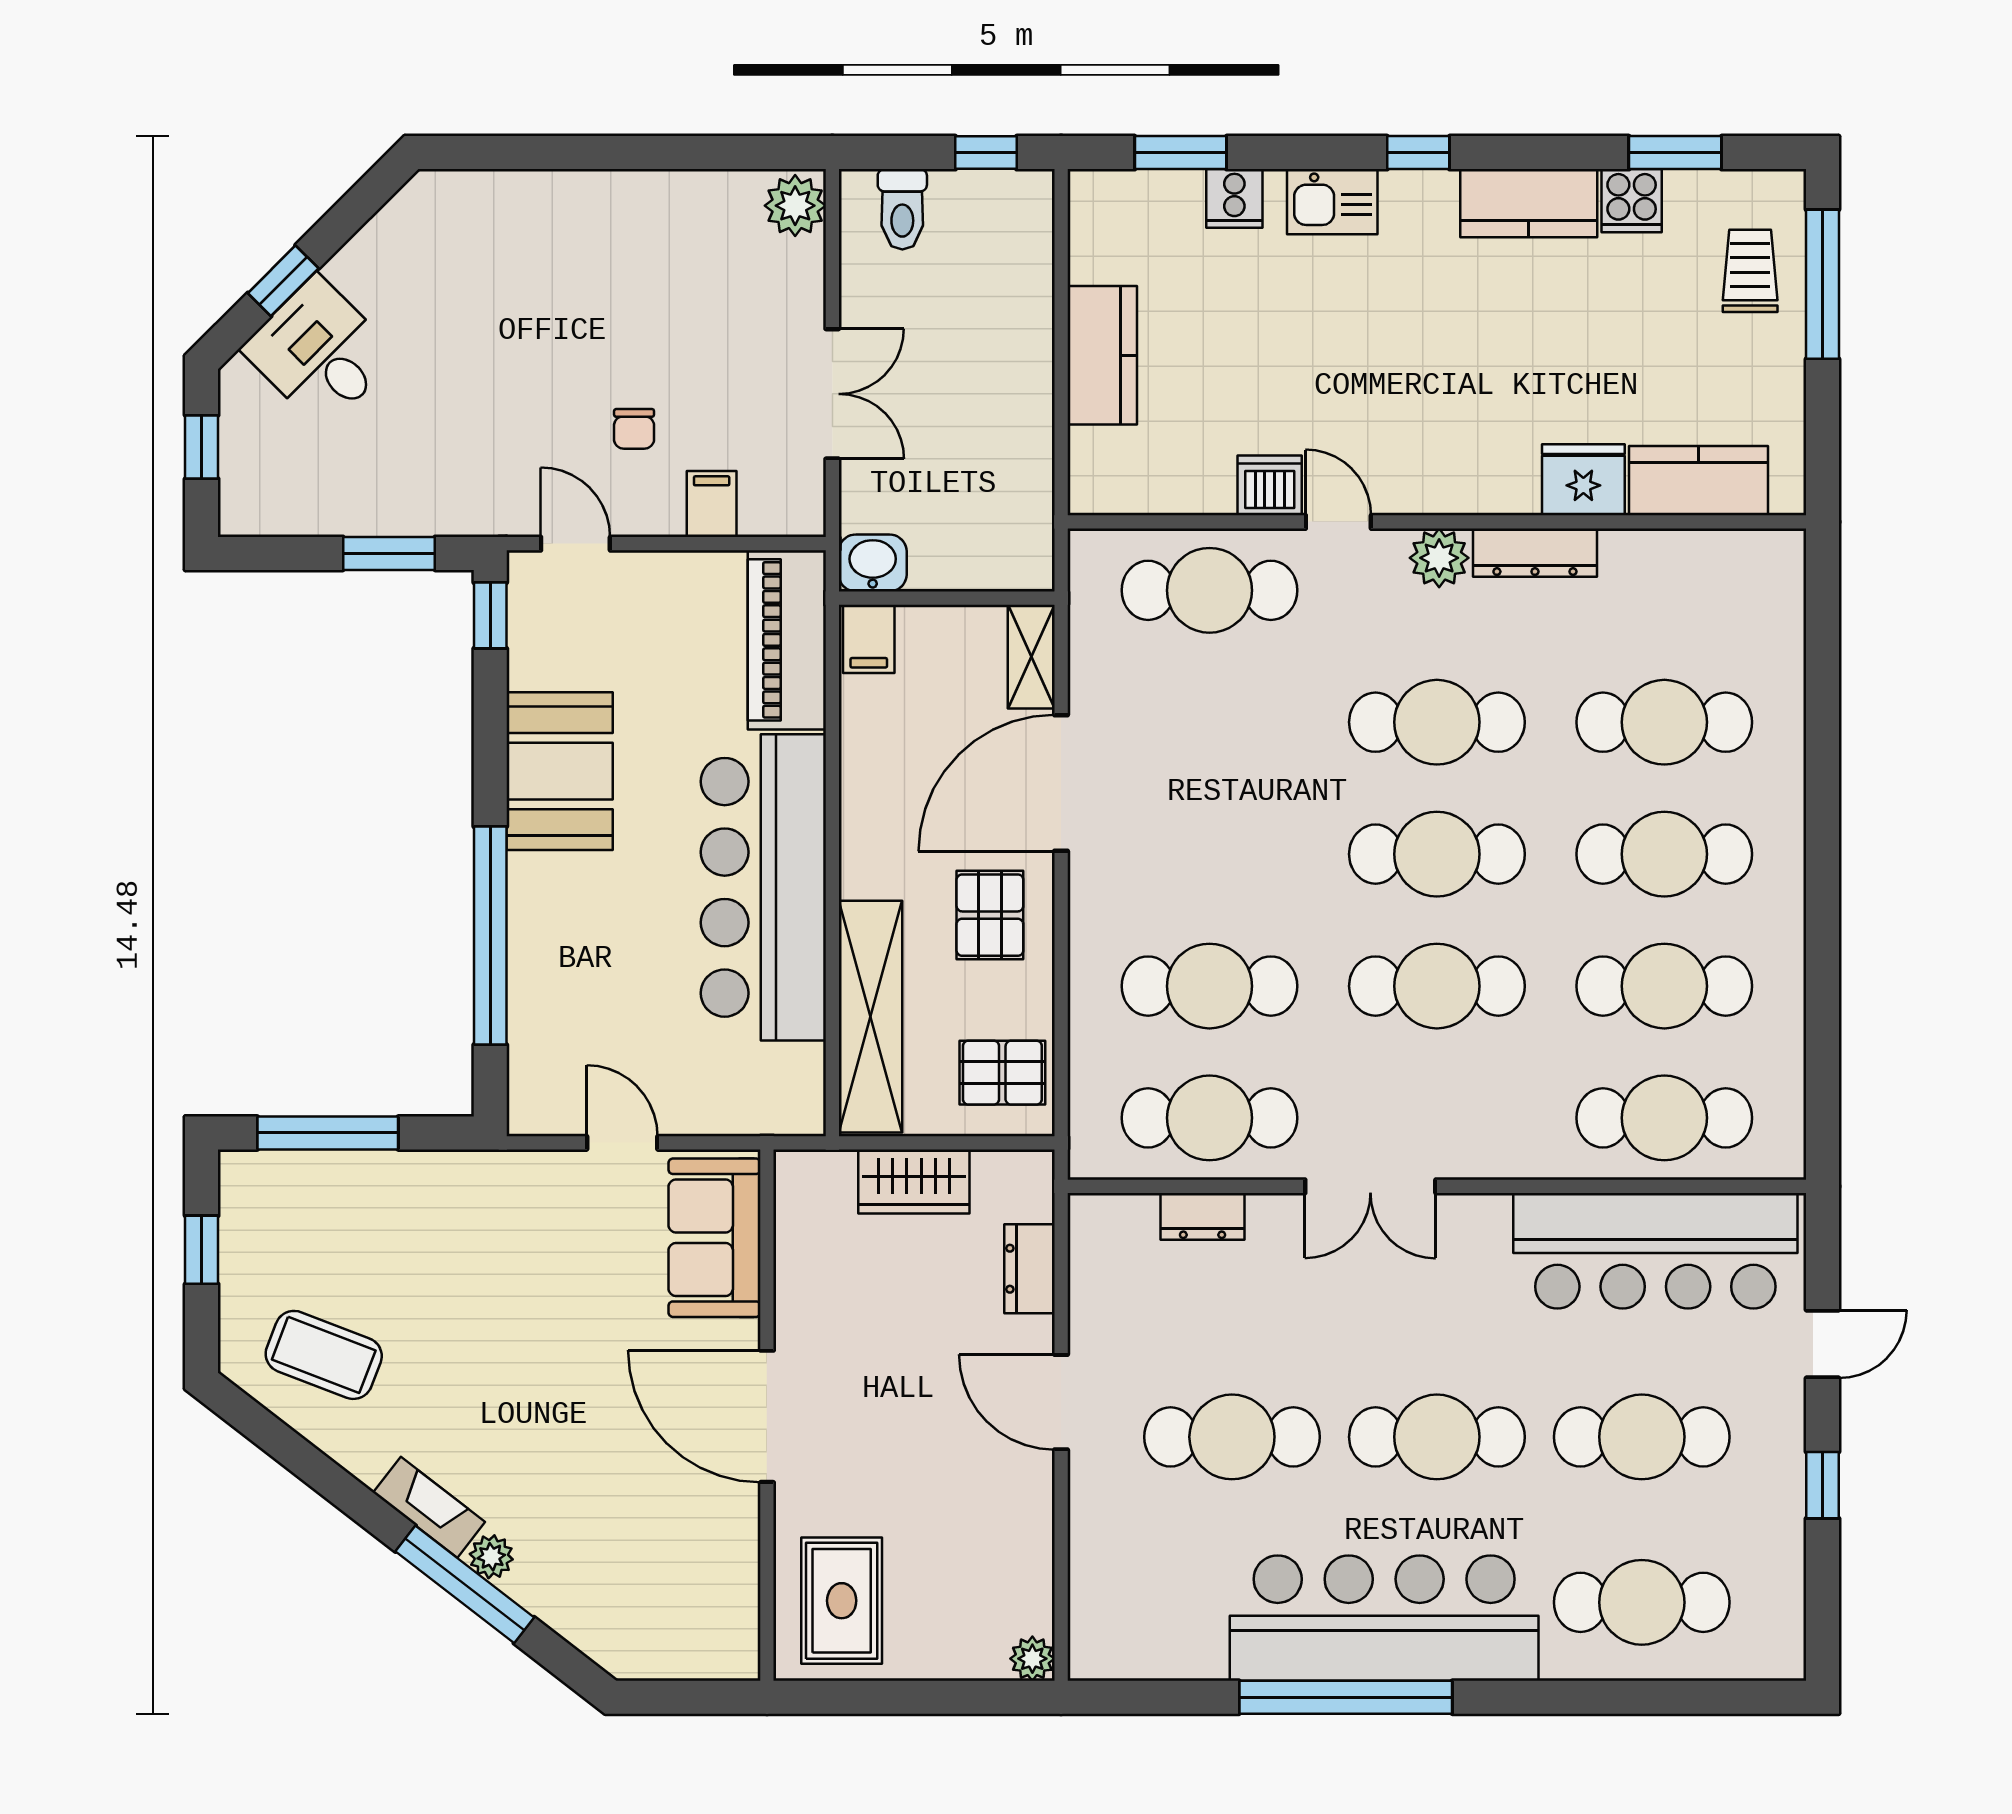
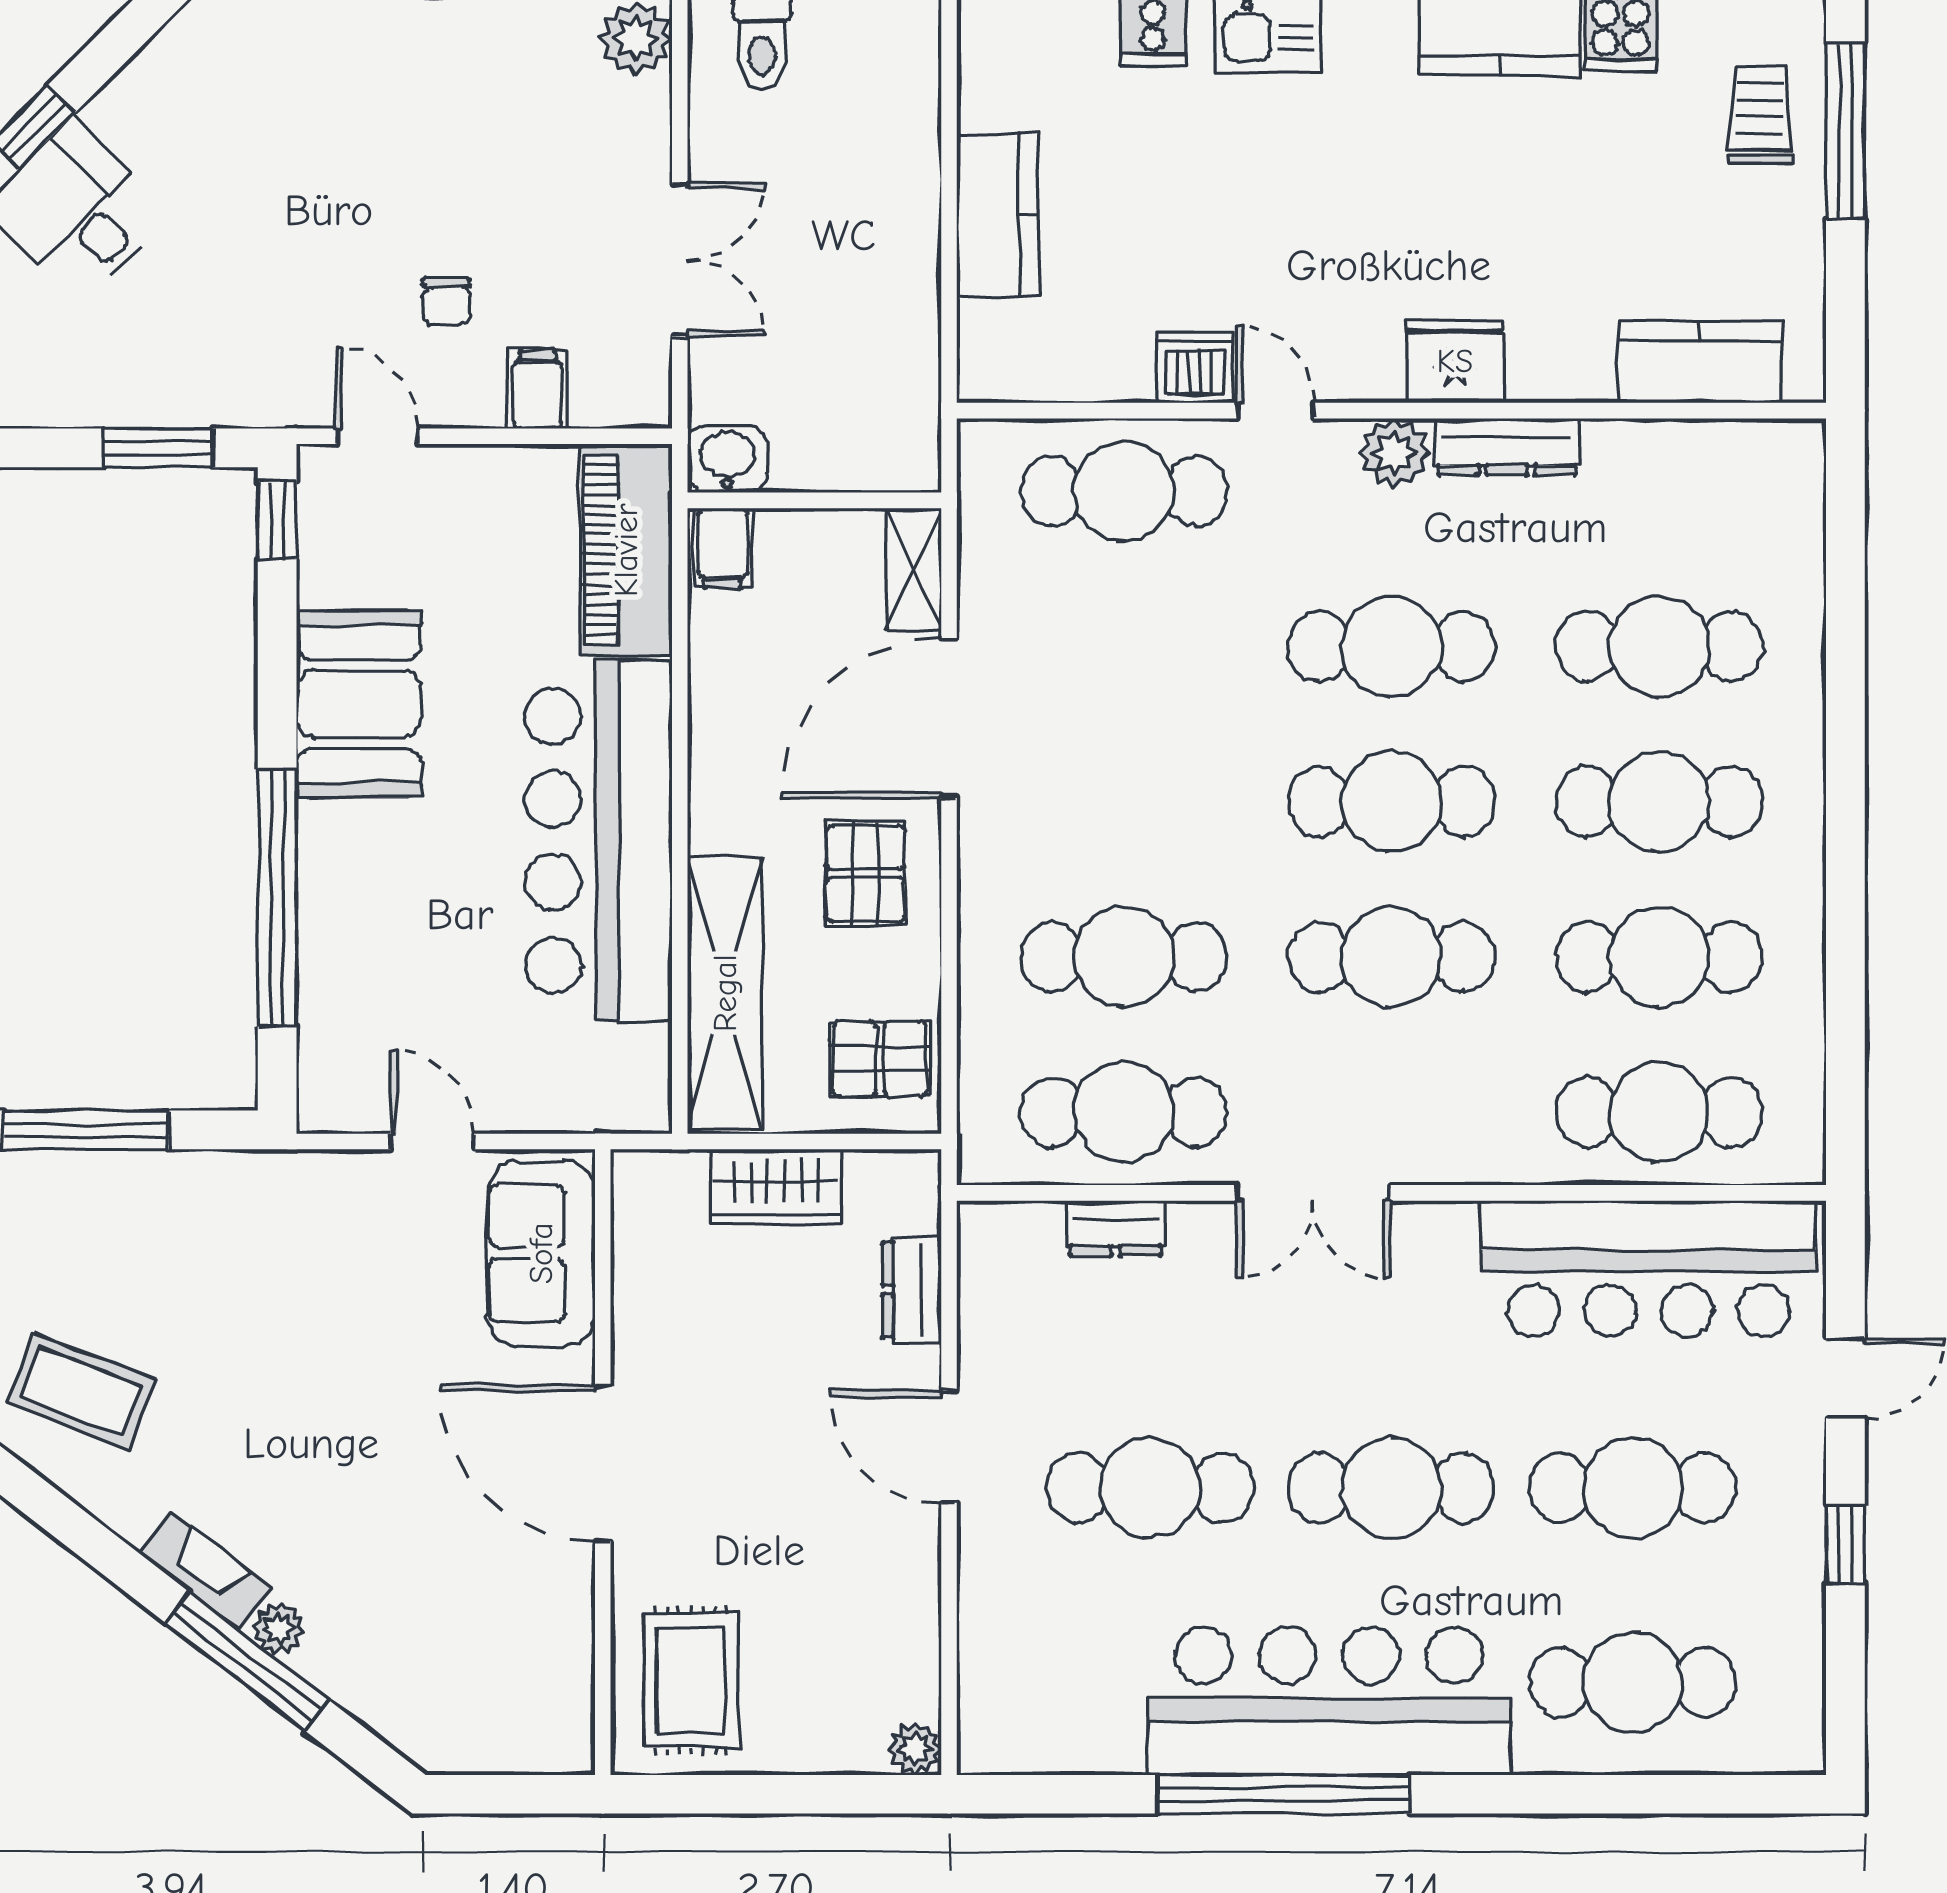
fridge: (1583, 480) -> (1455, 361), moved

